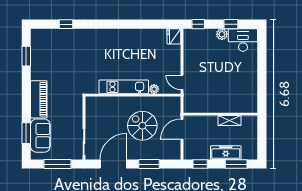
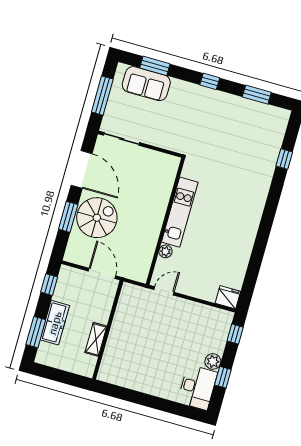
window: (26, 92) -> (210, 81), added
piano: (39, 99) -> (195, 95), removed
spiral stairs: (142, 126) -> (97, 218), moved

